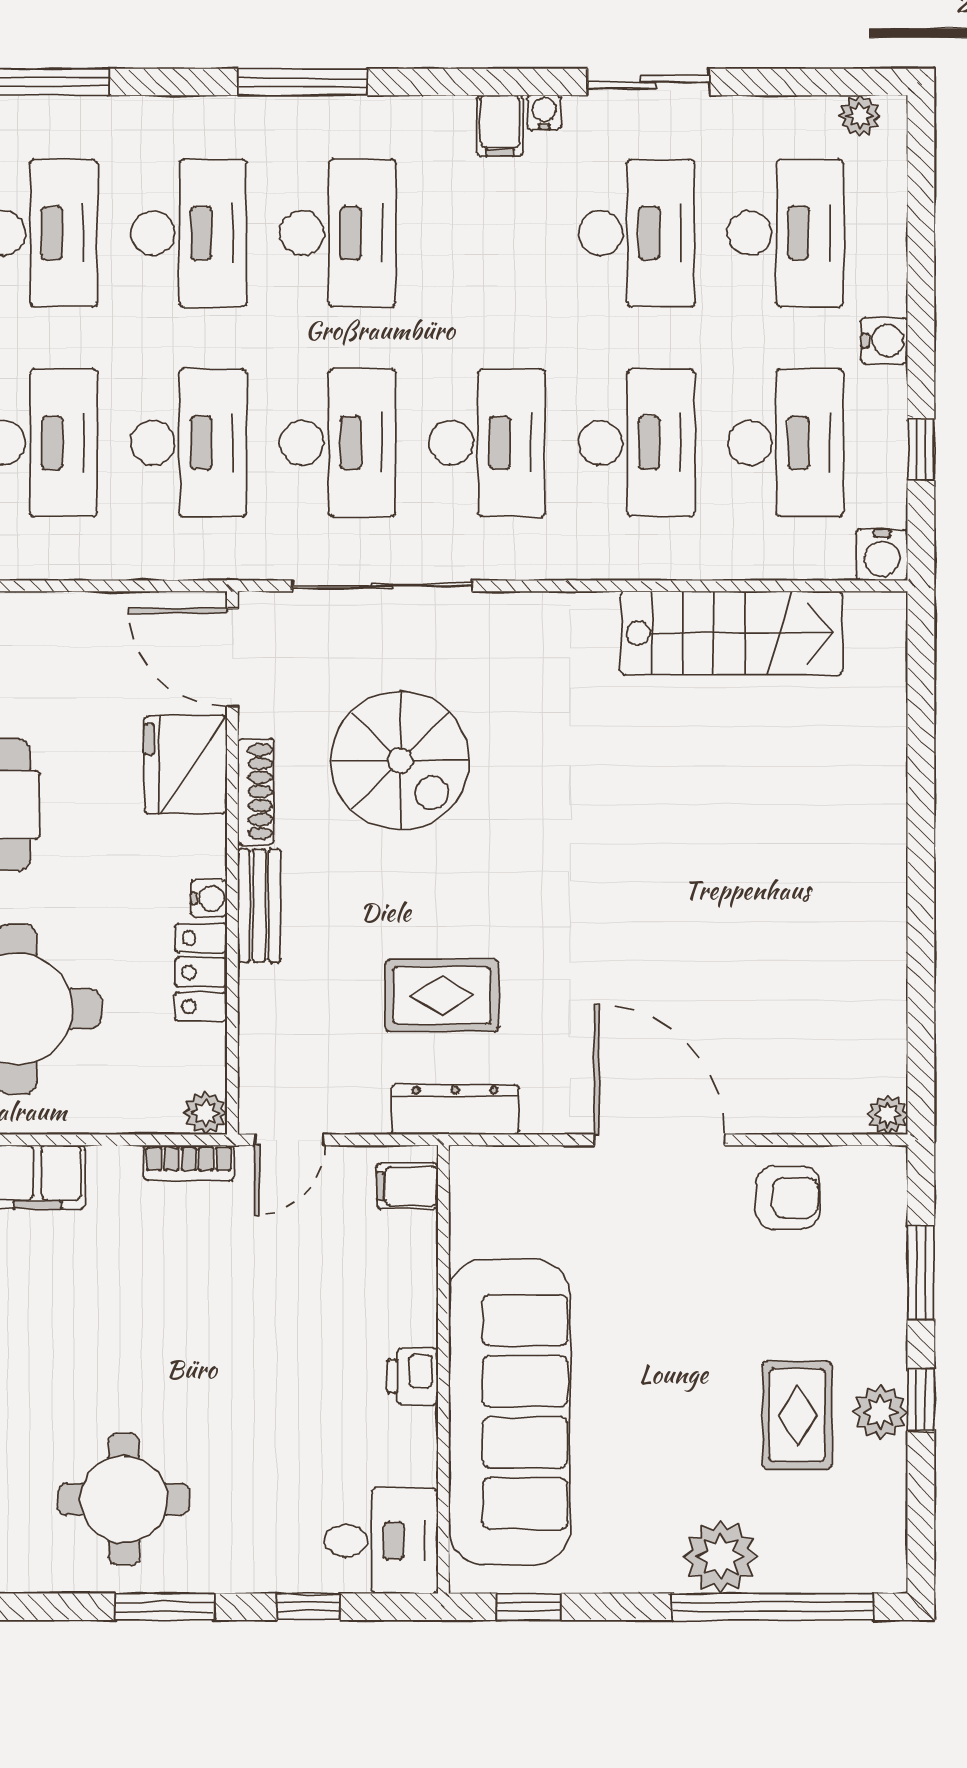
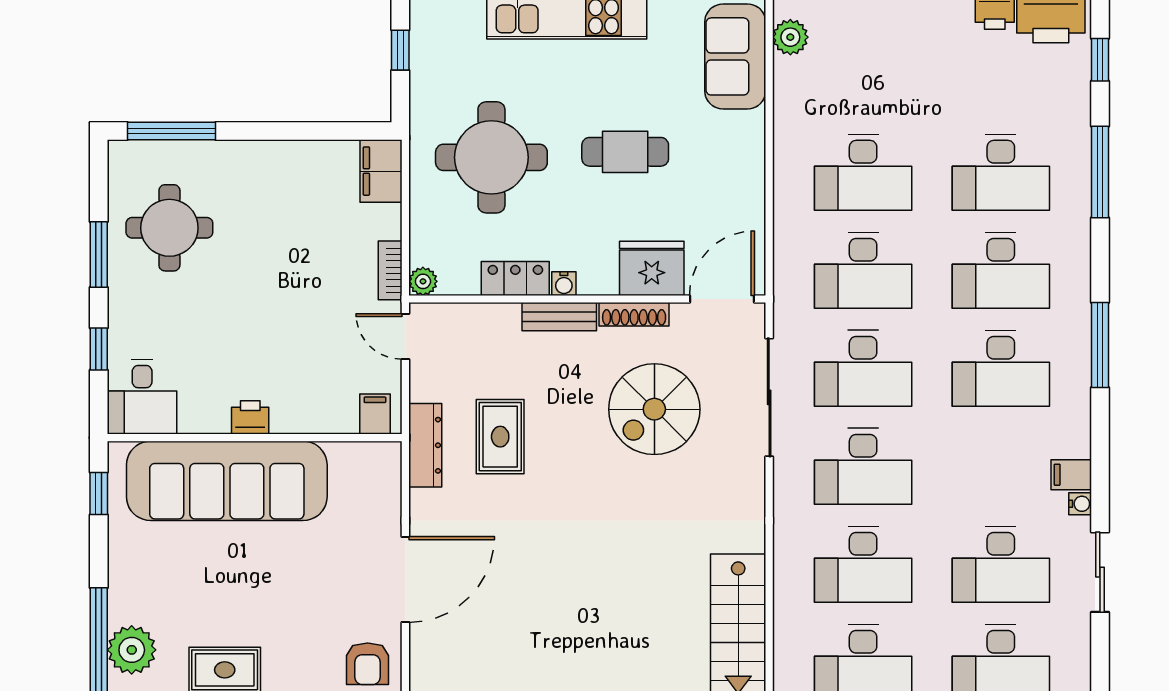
plant: (721, 1557) -> (132, 650), moved

